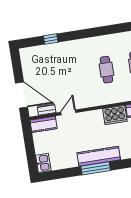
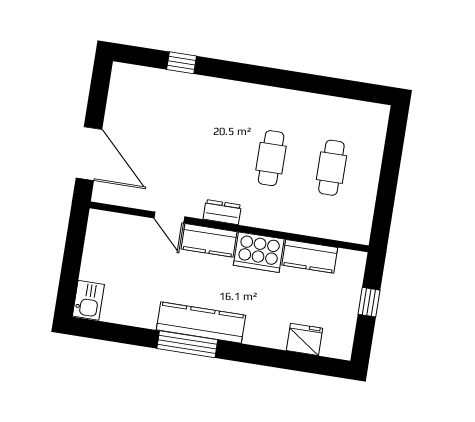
dresser: (47, 109) -> (222, 212), moved
door: (68, 112) -> (169, 217), swing flipped
kitchen counter: (44, 124) -> (209, 240), moved

